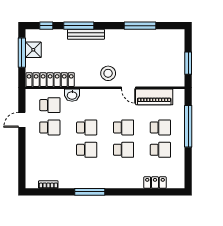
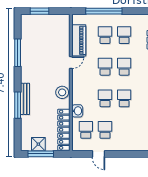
window: (46, 26) -> (18, 133), removed
window: (188, 63) -> (39, 11), moved
stool: (108, 73) -> (62, 92), moved

